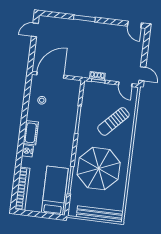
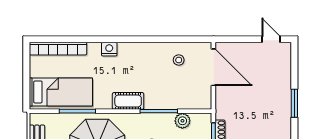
plant: (87, 103) -> (182, 121), added
cot: (31, 133) -> (128, 101), moved

